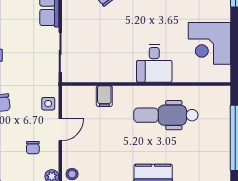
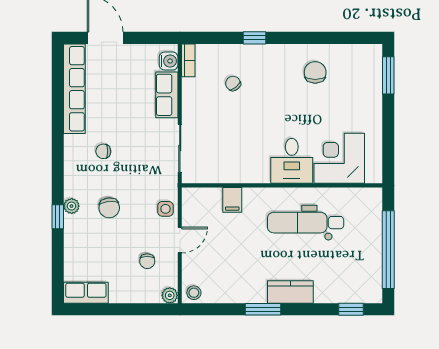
corner desk: (209, 43) -> (339, 158), moved, turned 90

